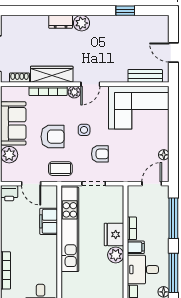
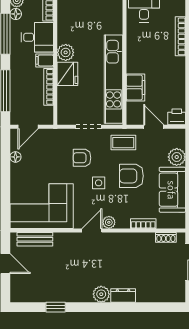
wardrobe: (52, 74) -> (132, 241), removed
bookcase: (48, 91) -> (143, 224), width x0.64
bookcase: (132, 228) -> (49, 87), width x1.56

